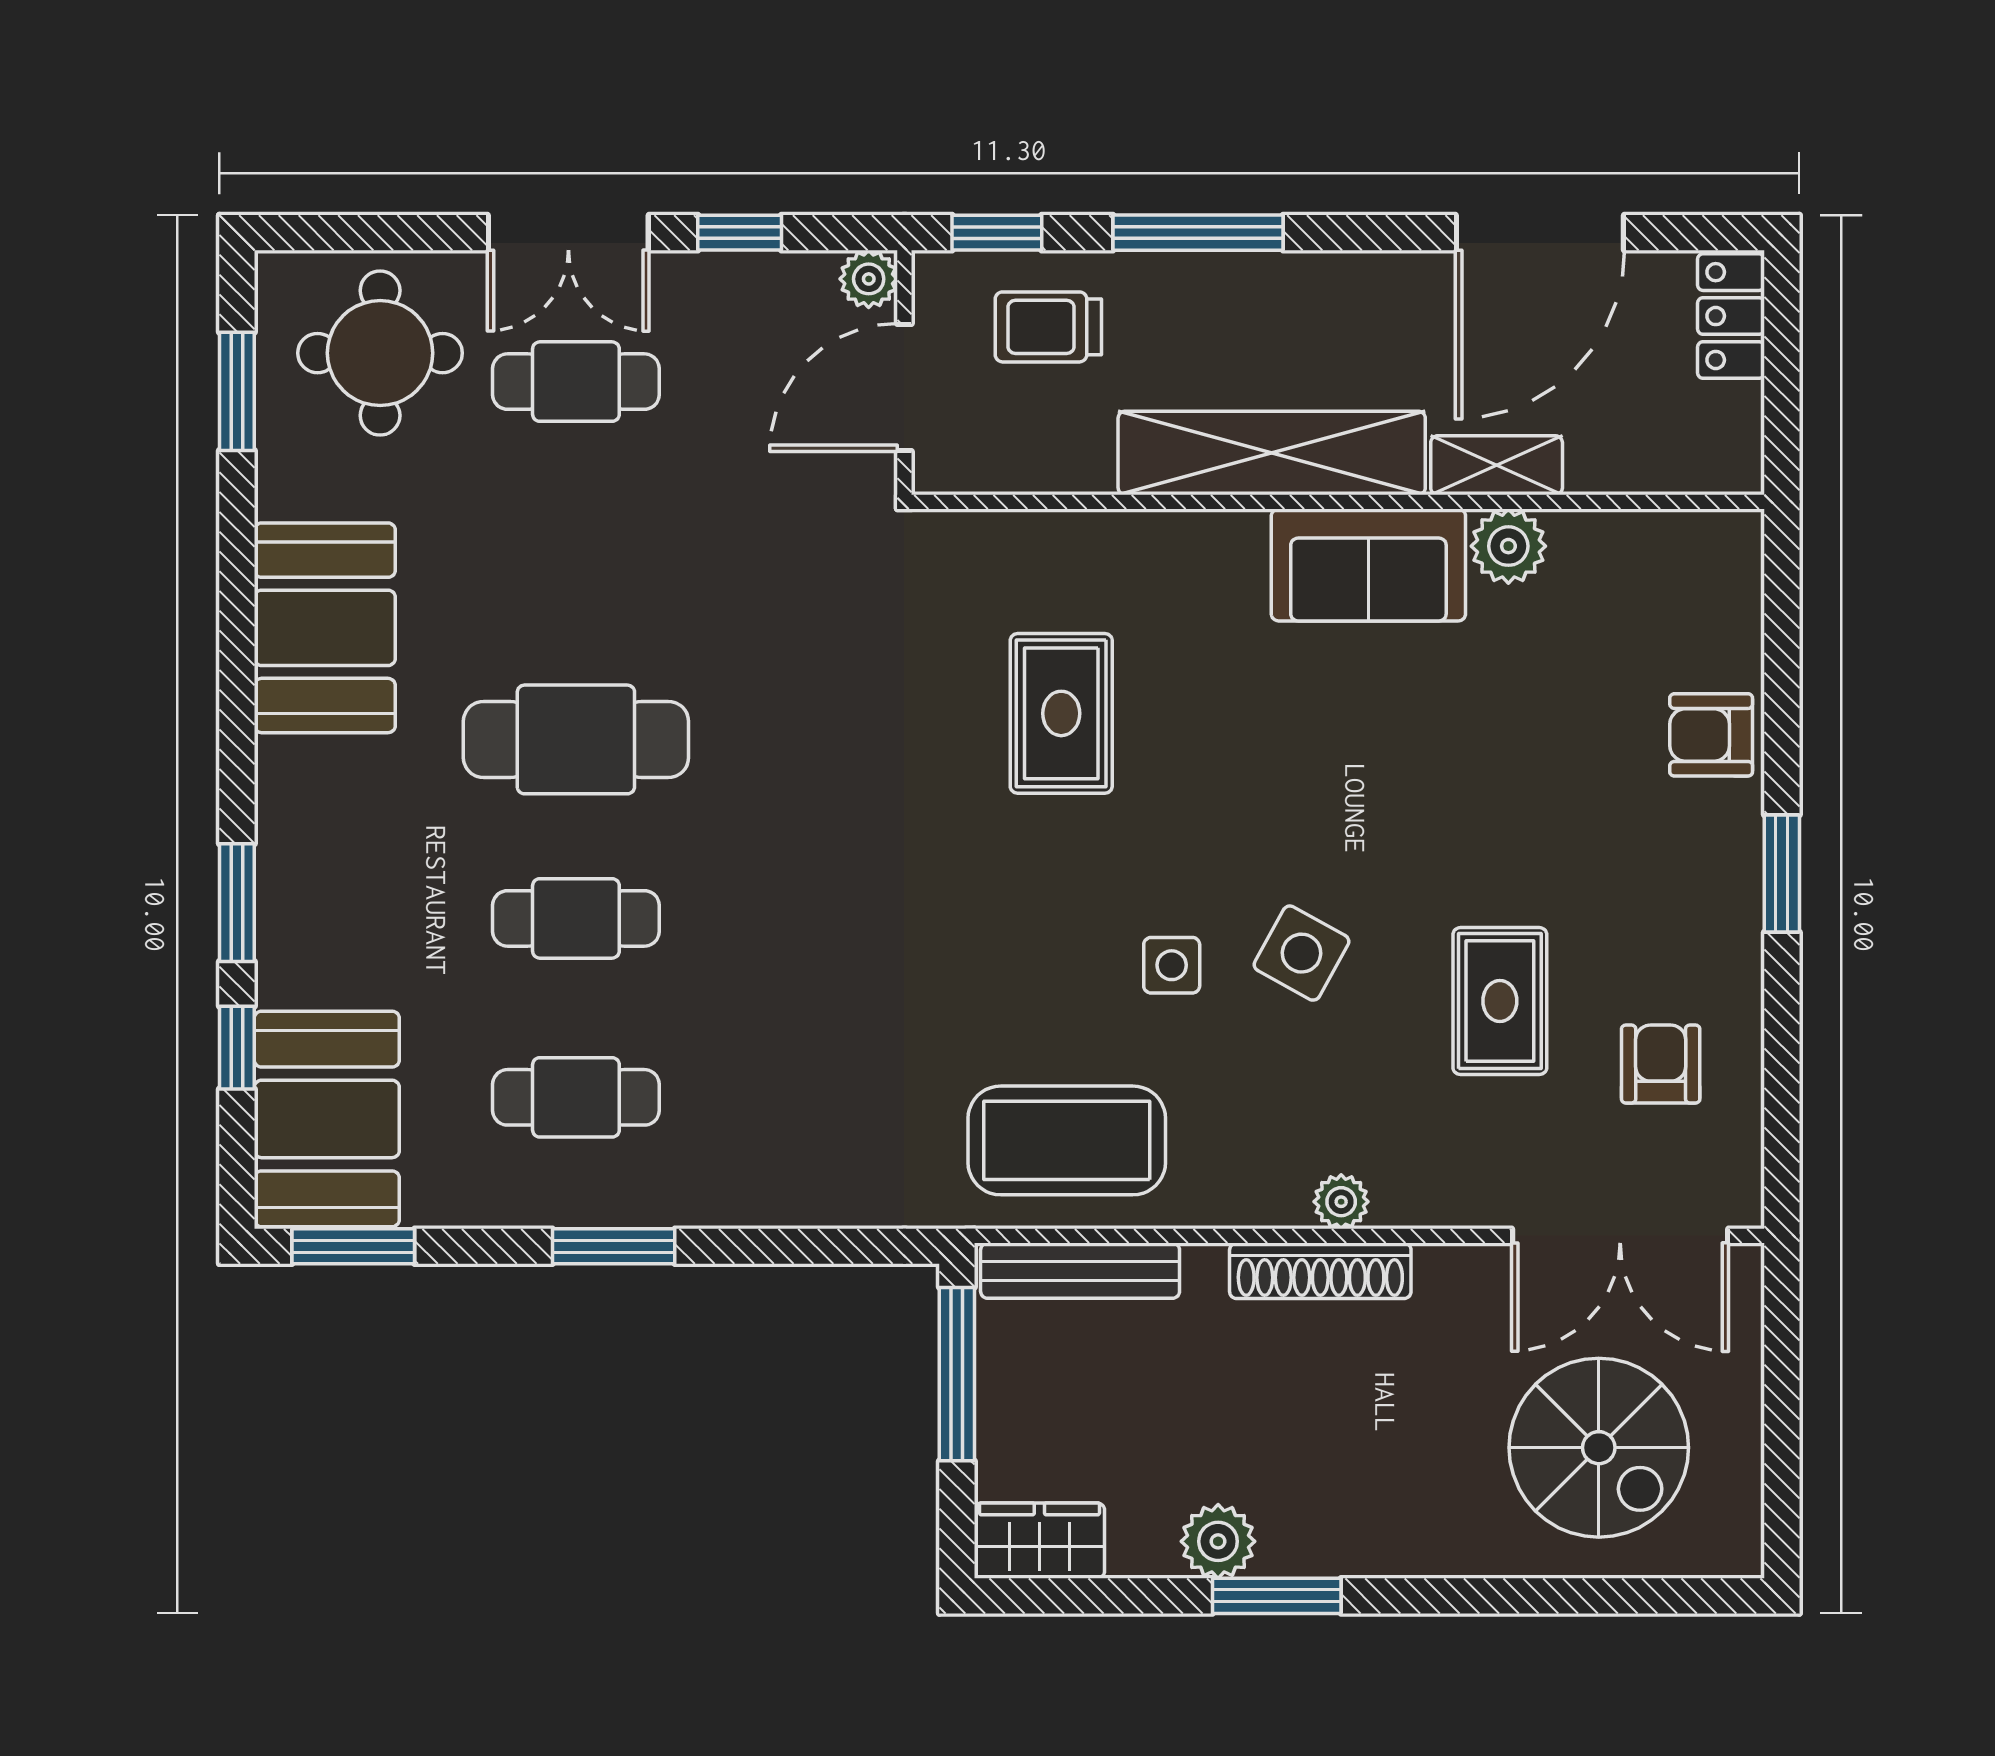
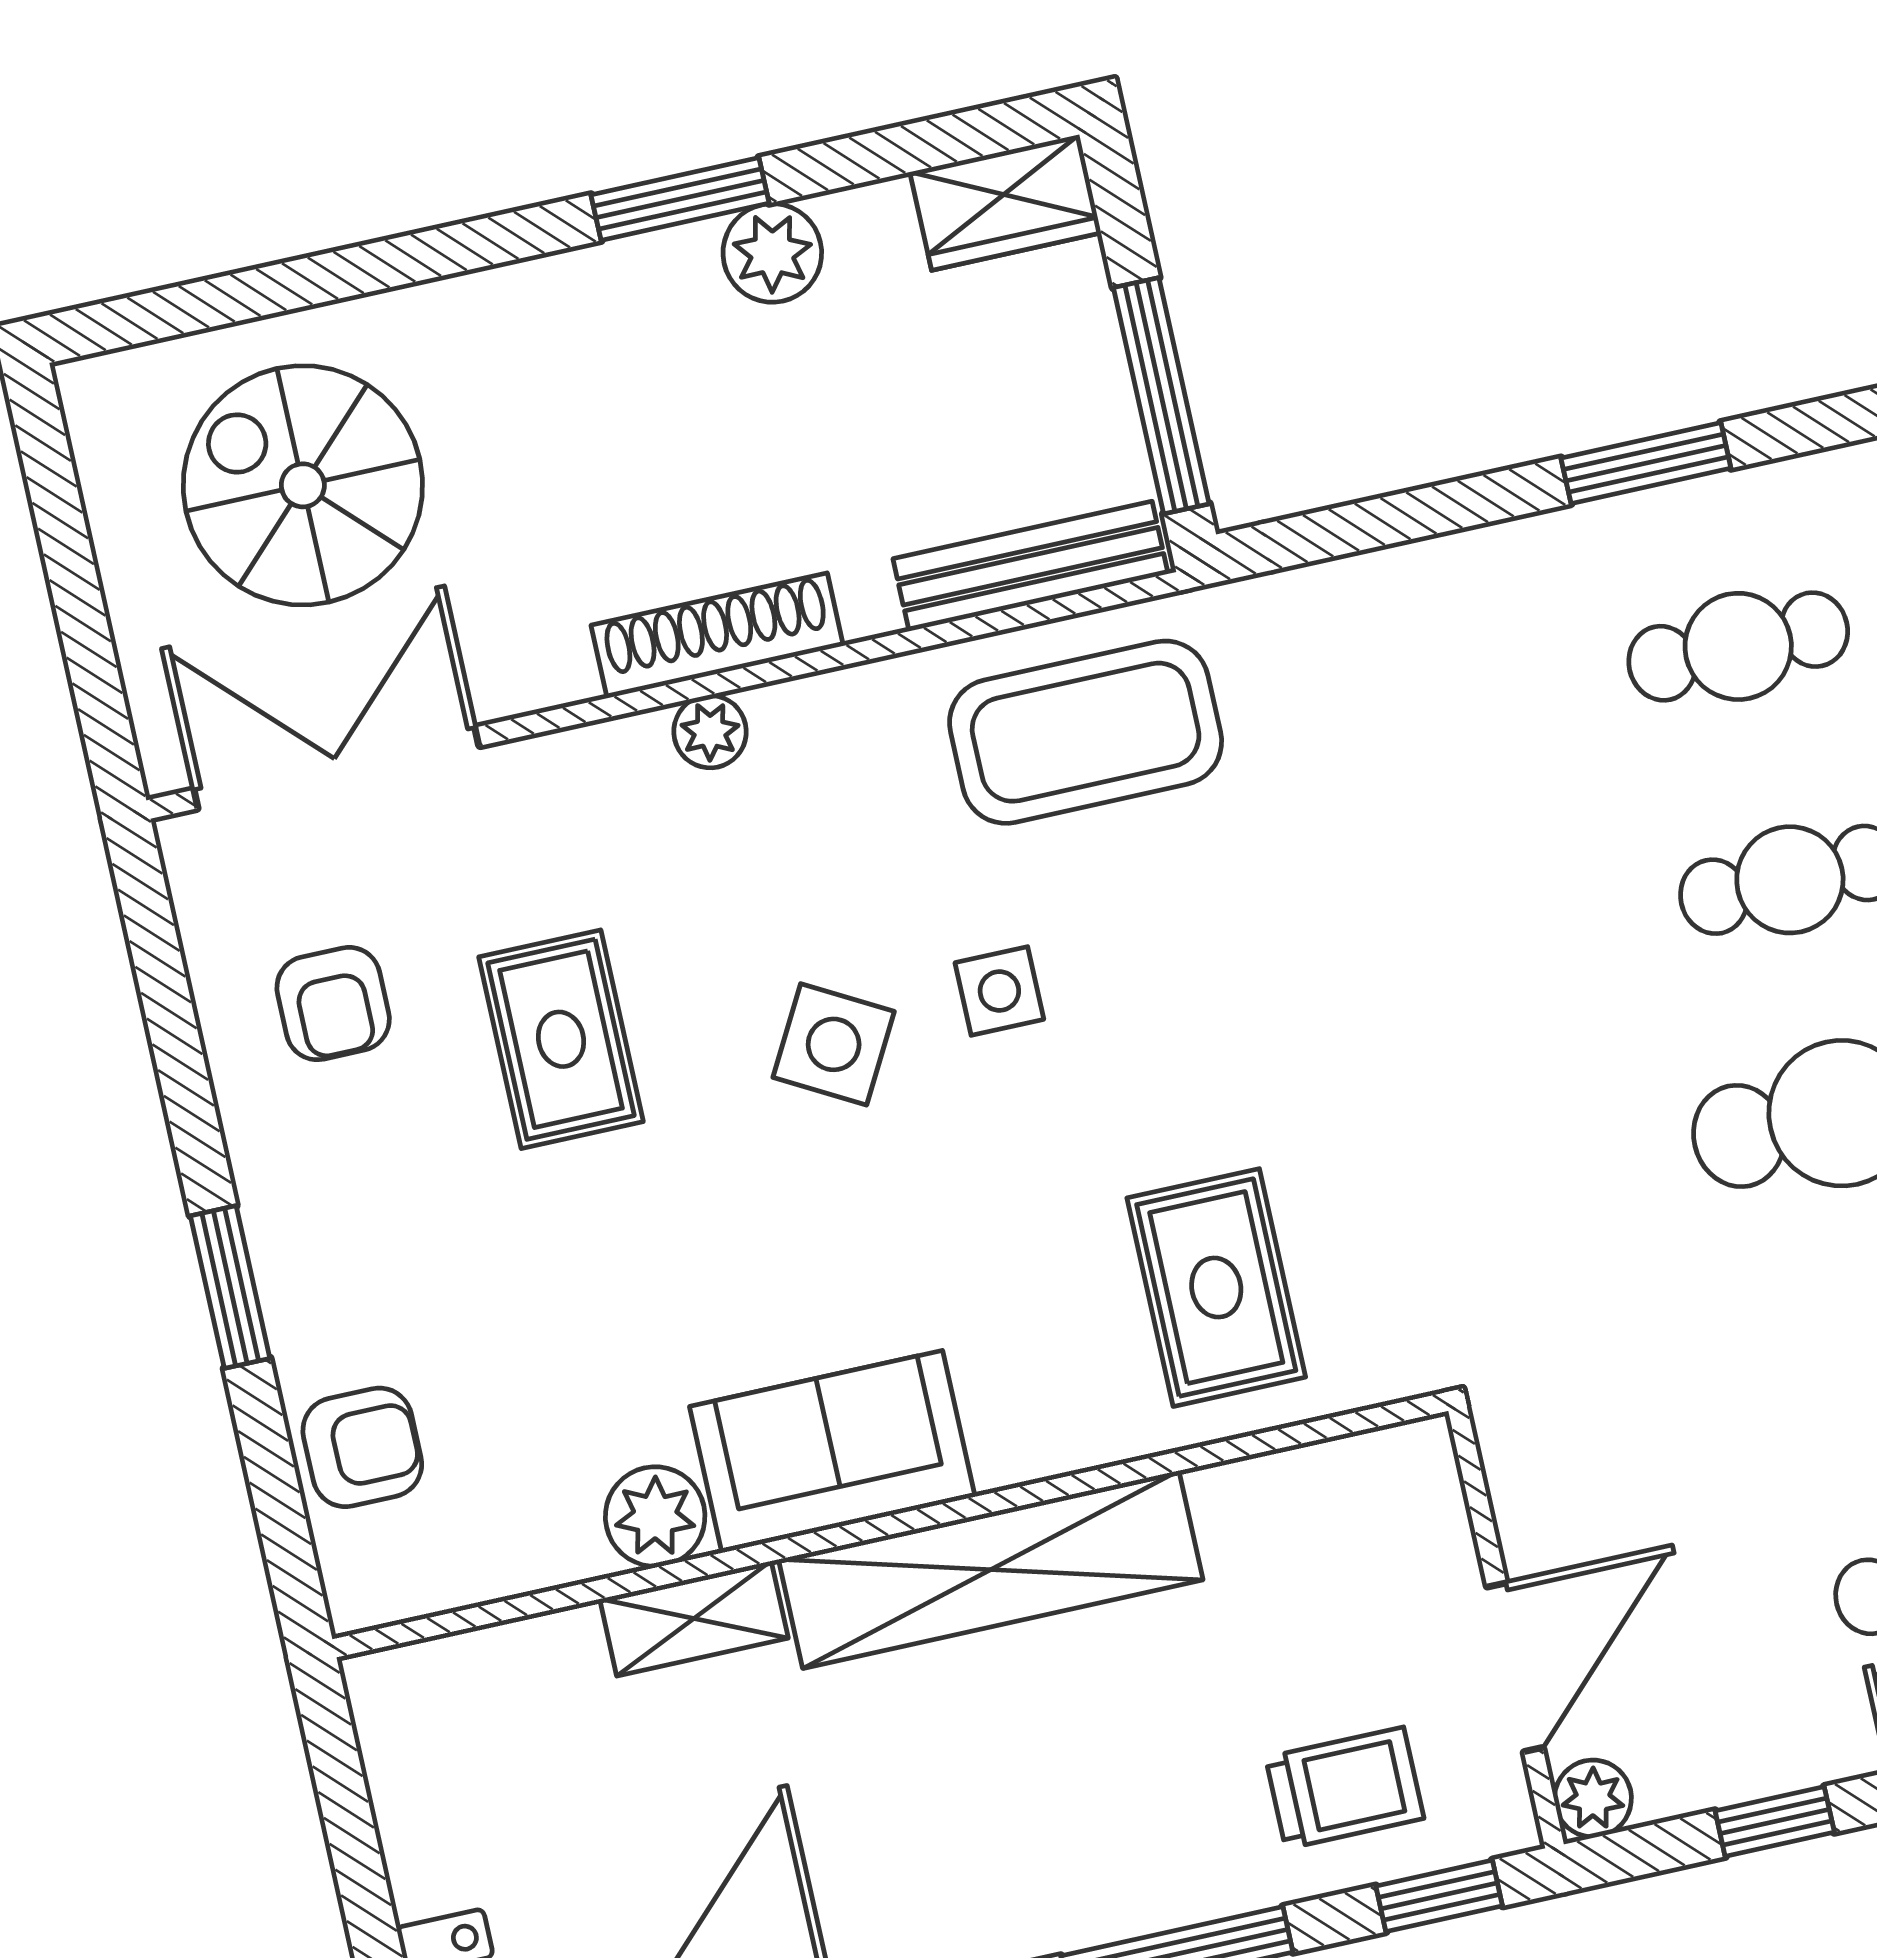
shelving: (1272, 453) -> (991, 1570), moved
shelving: (1497, 465) -> (694, 1619), moved
wall: (1338, 502) -> (890, 1525), moved
plant: (1508, 546) -> (655, 1517), moved
sofa: (1368, 565) -> (832, 1452), moved

